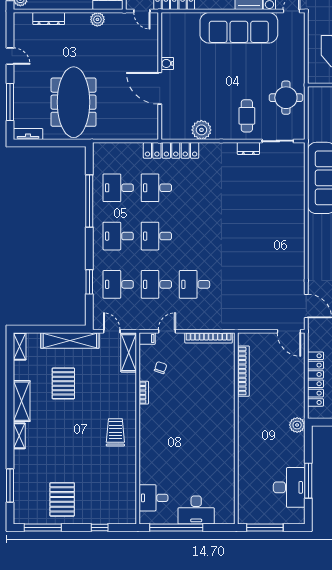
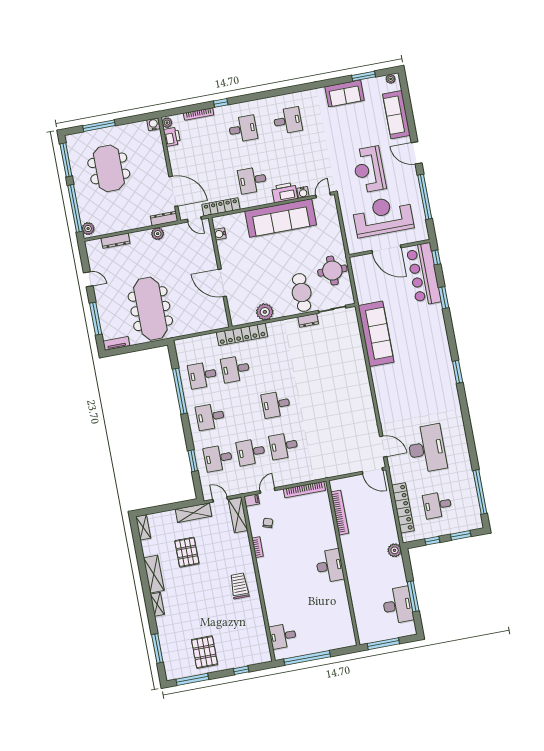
water cooler: (167, 63) -> (220, 234), moved
cafe table: (247, 116) -> (302, 293), width x1.37, depth x1.35
desk: (156, 236) -> (276, 404), moved
shelving: (70, 340) -> (194, 513), width x0.68
desk: (196, 510) -> (330, 566), moved, turned -90

